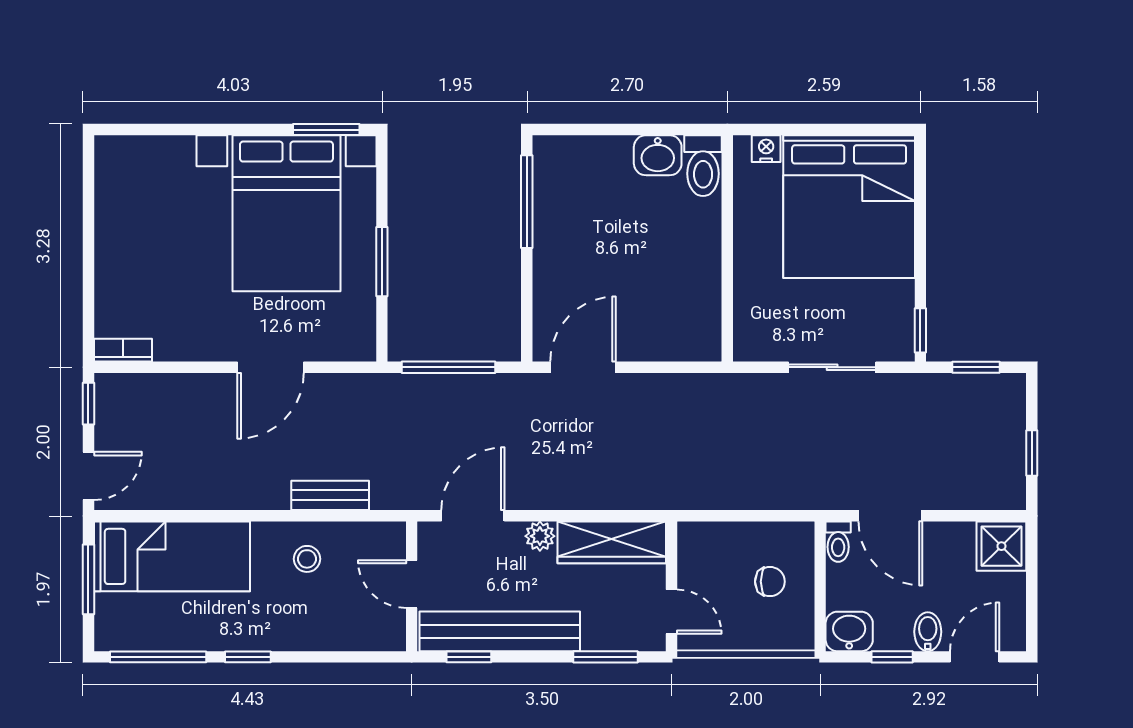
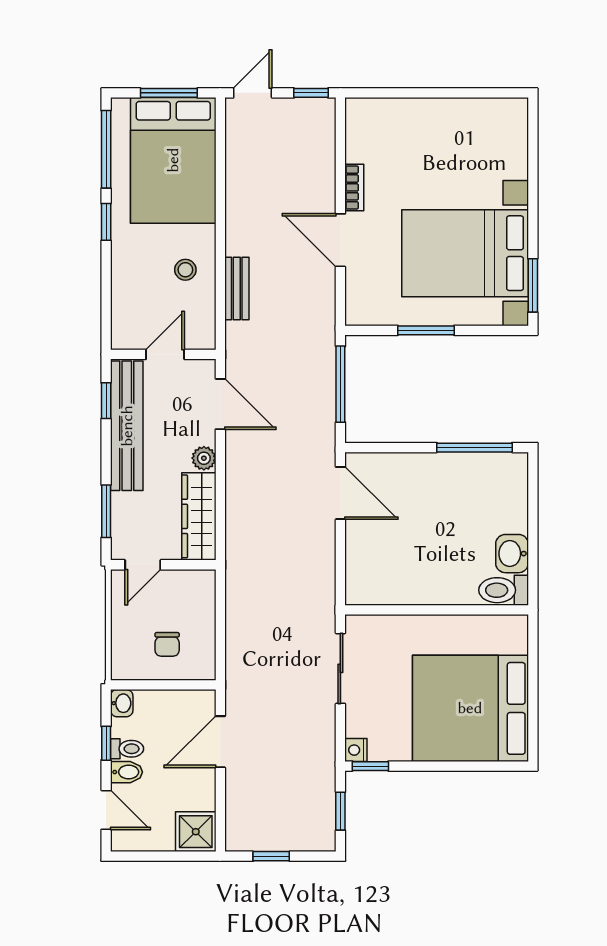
nightstand: (766, 149) -> (356, 750), moved, turned 180
bookcase: (123, 350) -> (354, 187), moved
sliding door: (832, 367) -> (340, 668), moved
door: (88, 476) -> (253, 93), swing flipped
toilet: (838, 542) -> (127, 749), moved, turned 180
bed: (172, 556) -> (173, 160), width x1.50
washbasin: (849, 631) -> (122, 703), width x0.72, depth x0.69

